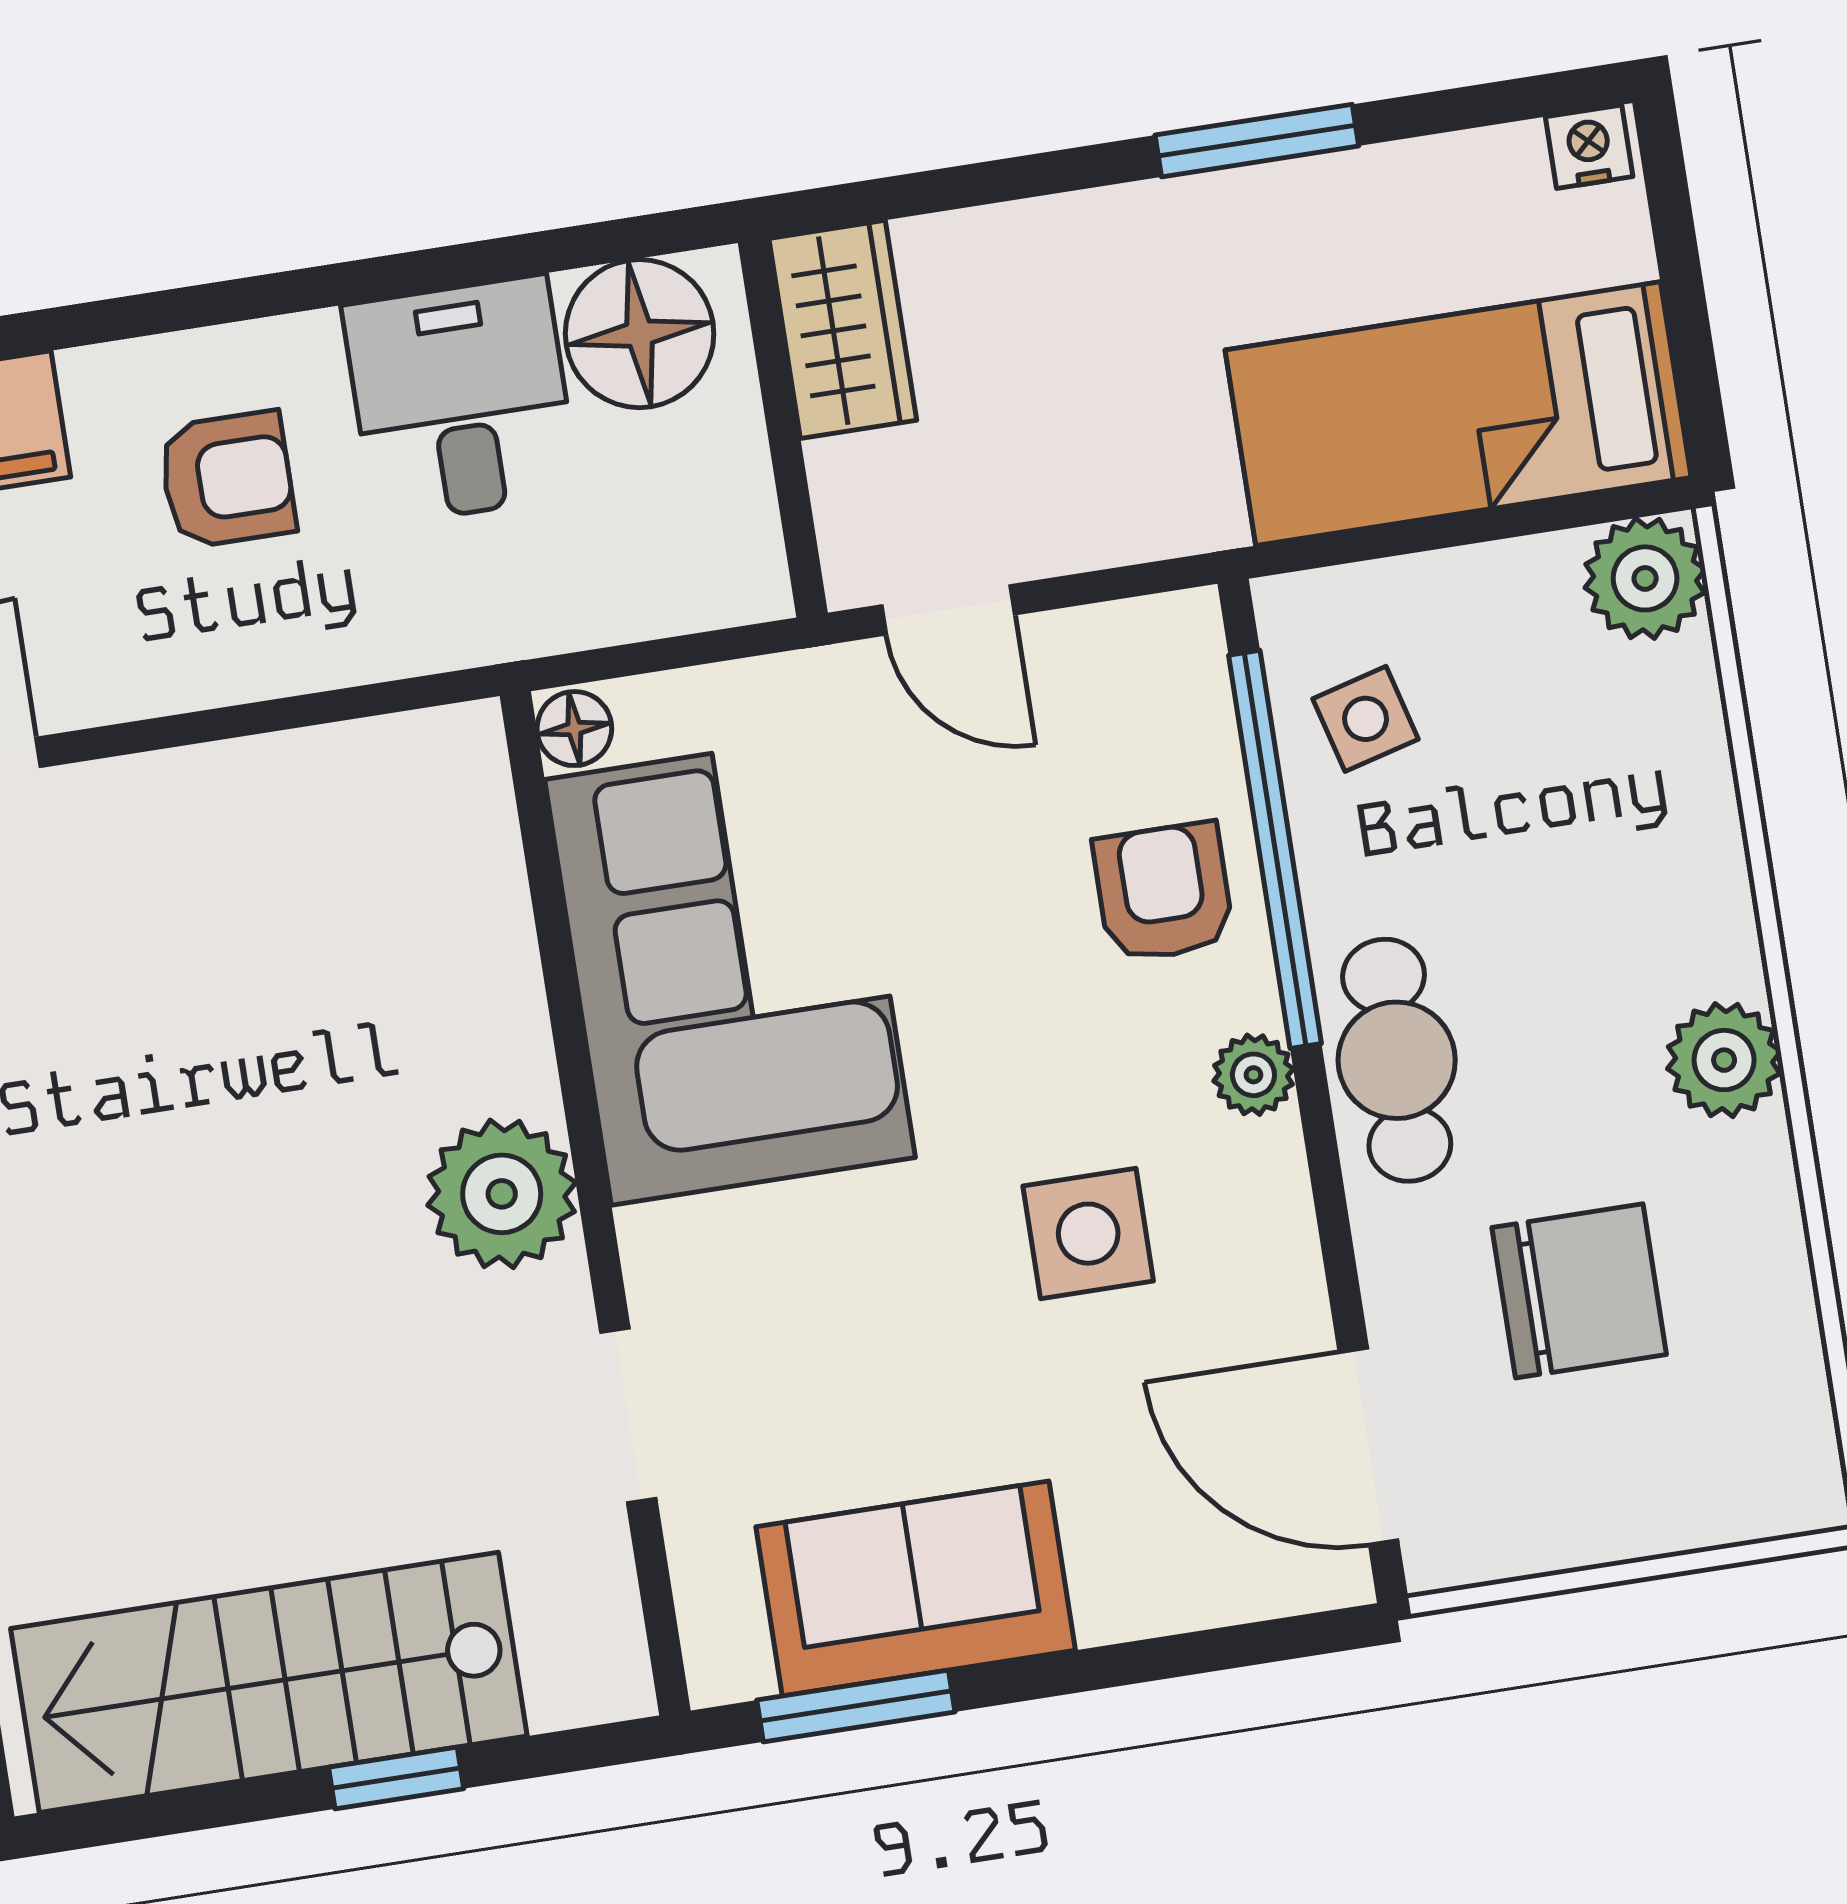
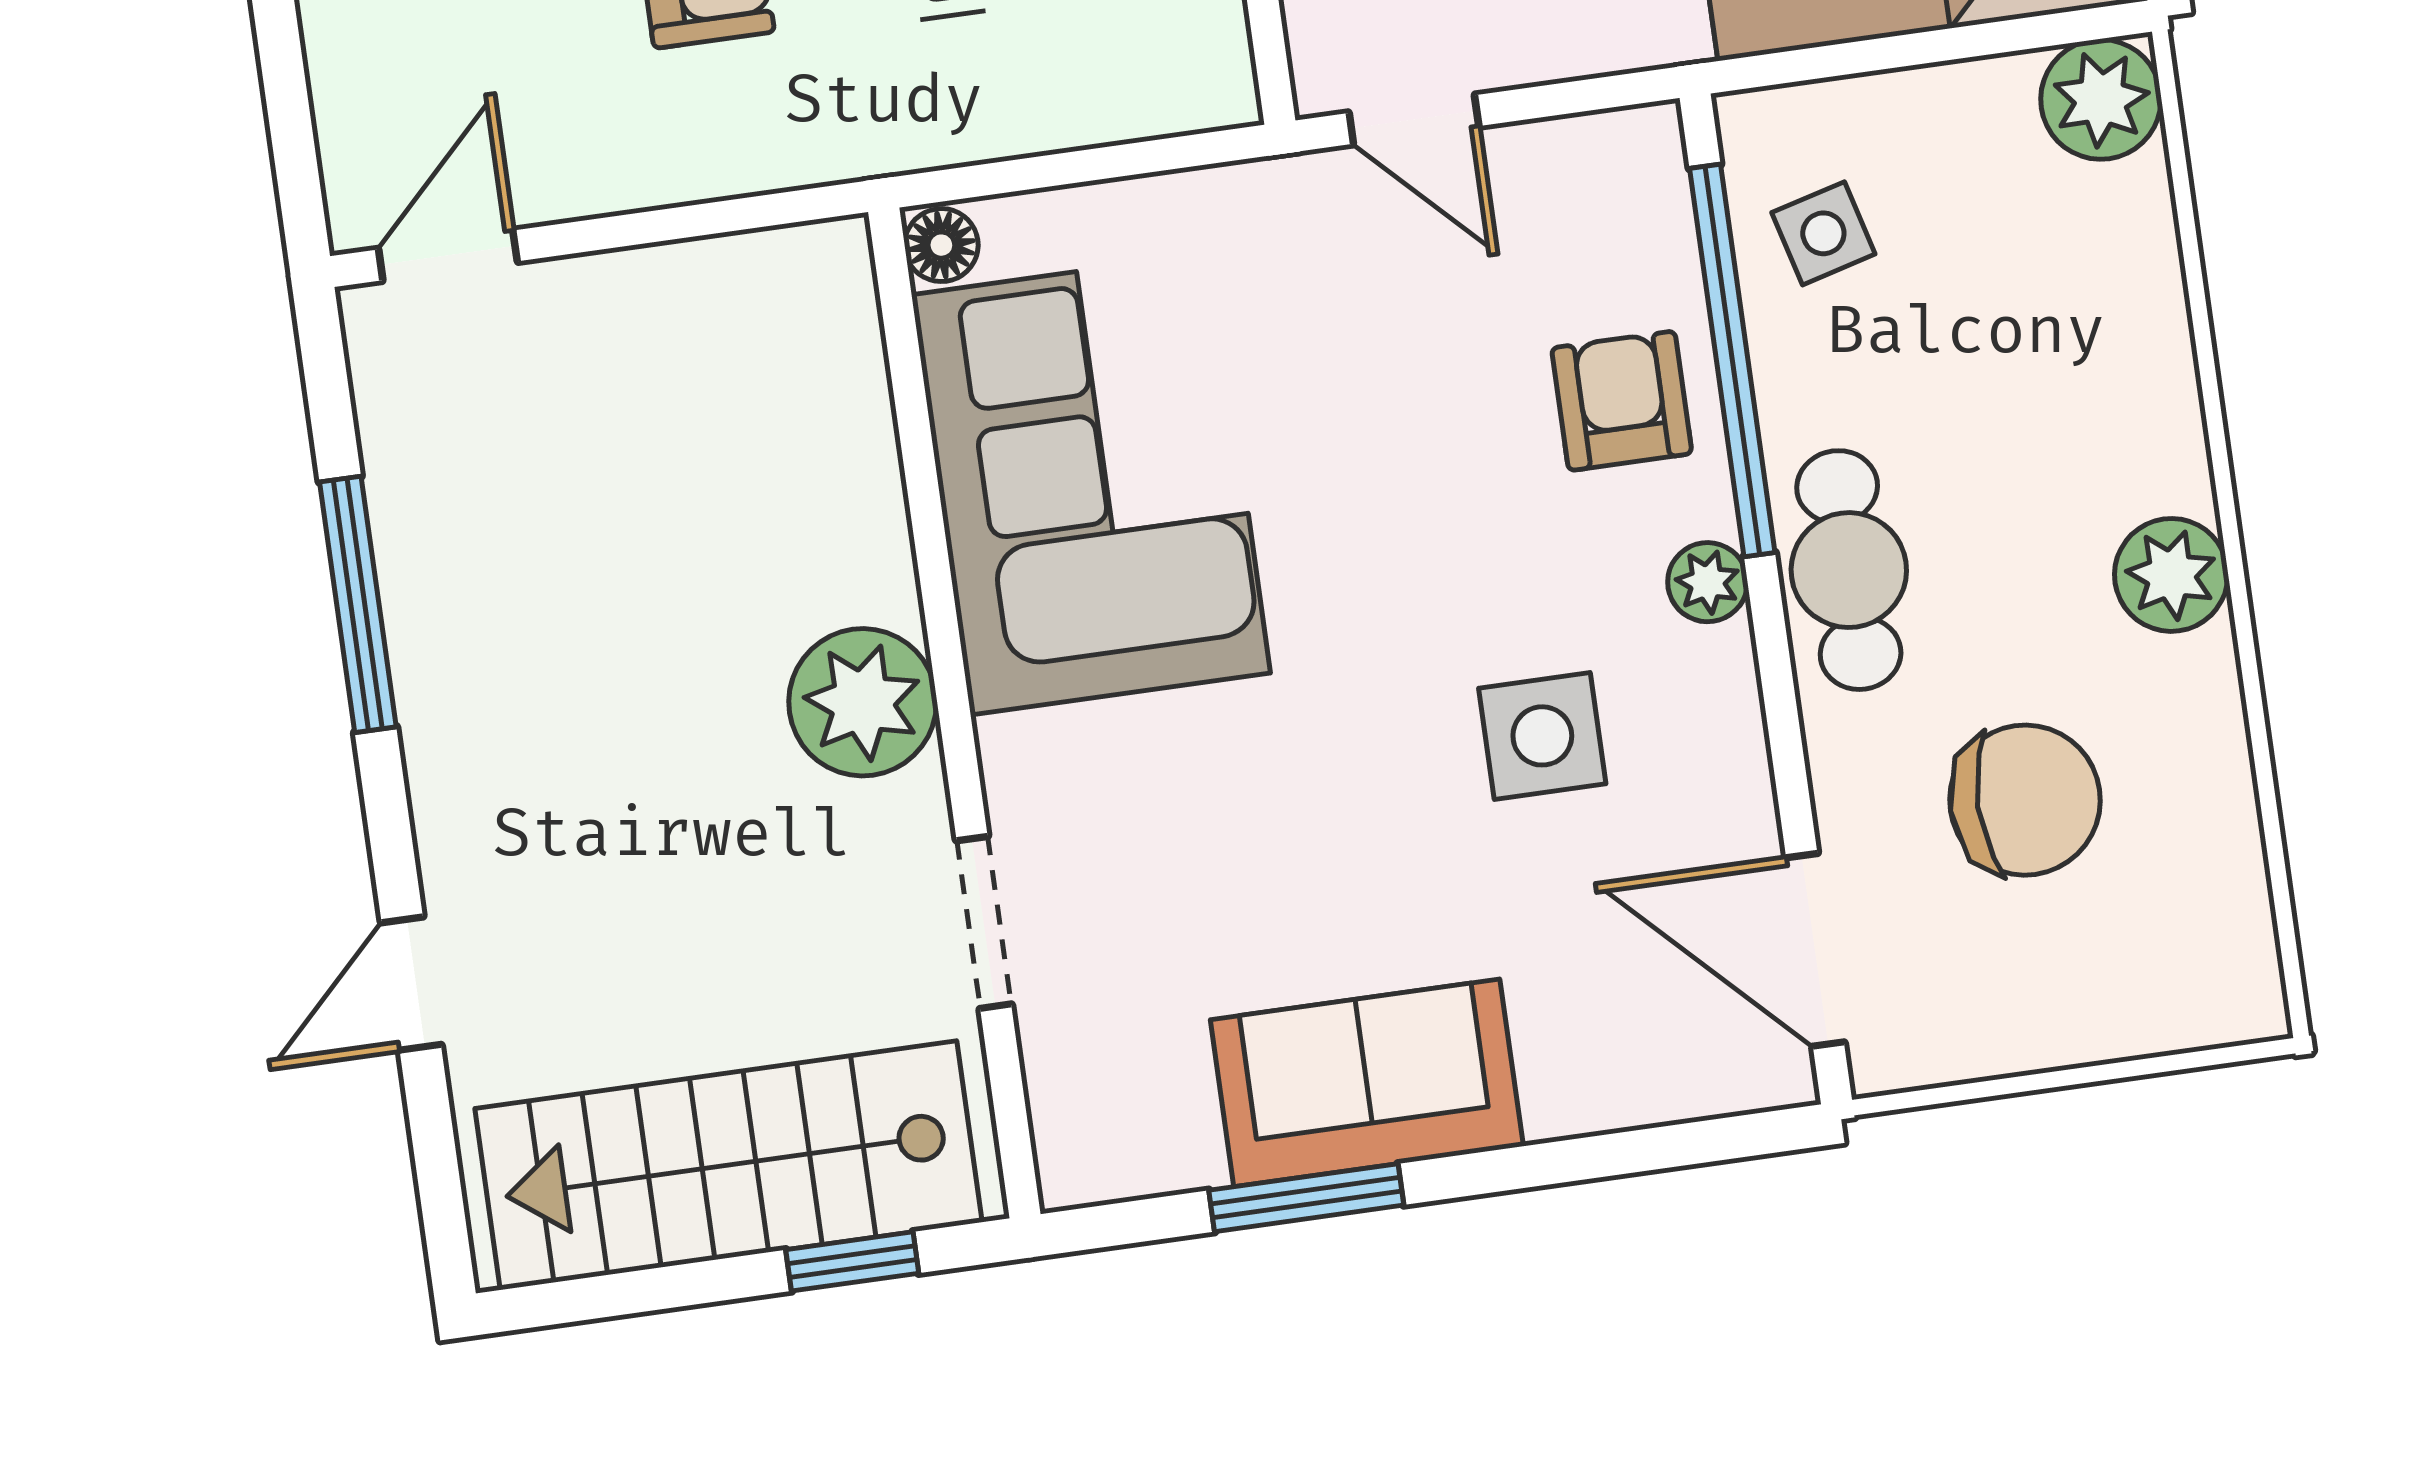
floor lamp: (574, 729) -> (941, 245), moved
corner sofa: (730, 969) -> (1091, 484), moved
plant: (502, 1194) -> (863, 702), moved
wall: (595, 1203) -> (954, 713), moved
doorway: (628, 1415) -> (984, 922), moved

